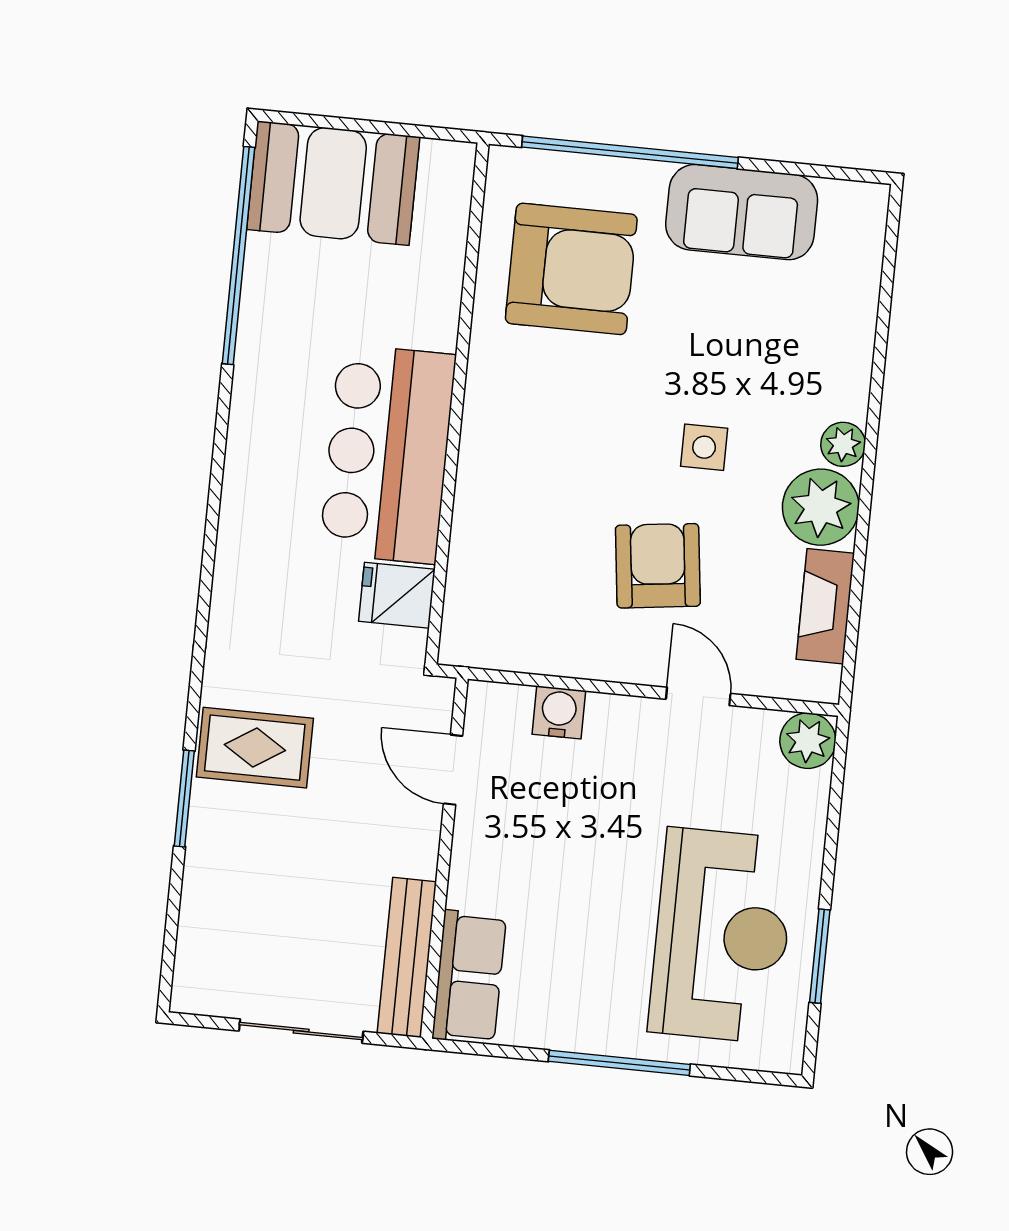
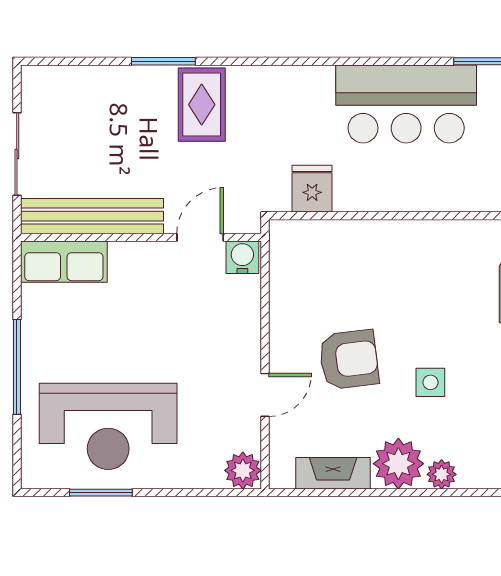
bar counter: (388, 454) -> (406, 104), moved, turned 180
water cooler: (559, 712) -> (242, 257), moved, turned -90
bench: (407, 957) -> (92, 216), width x1.37, depth x1.21

